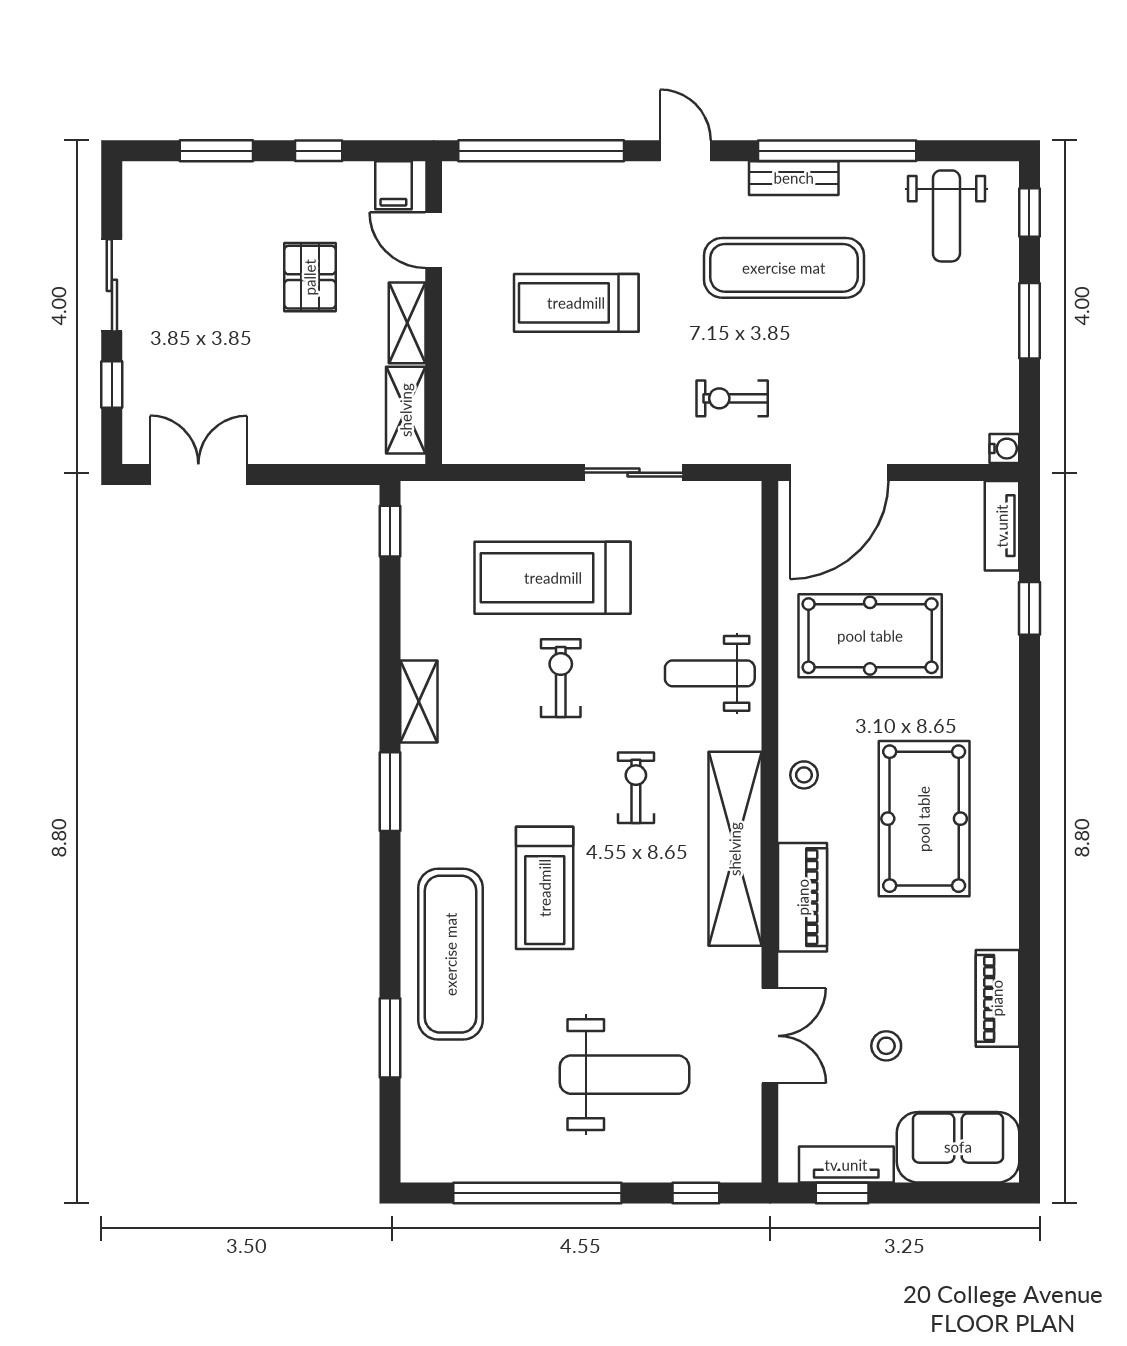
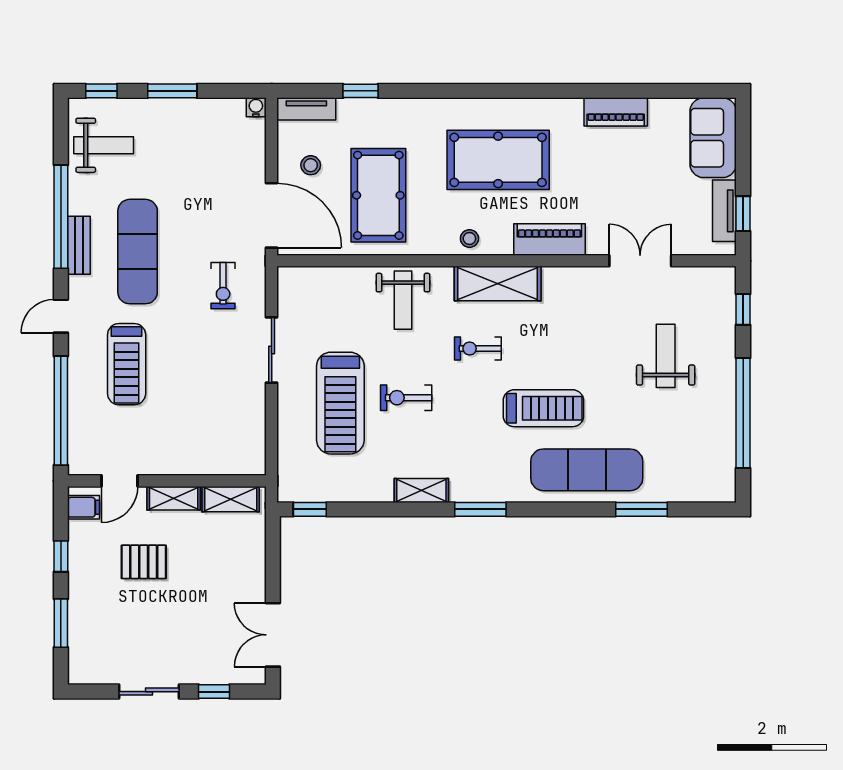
treadmill: (576, 303) -> (127, 364), moved
shelving: (735, 849) -> (498, 284), width x0.68
stool: (886, 1046) -> (311, 165), moved
weight bench: (624, 1075) -> (666, 356), width x0.73, depth x0.75

